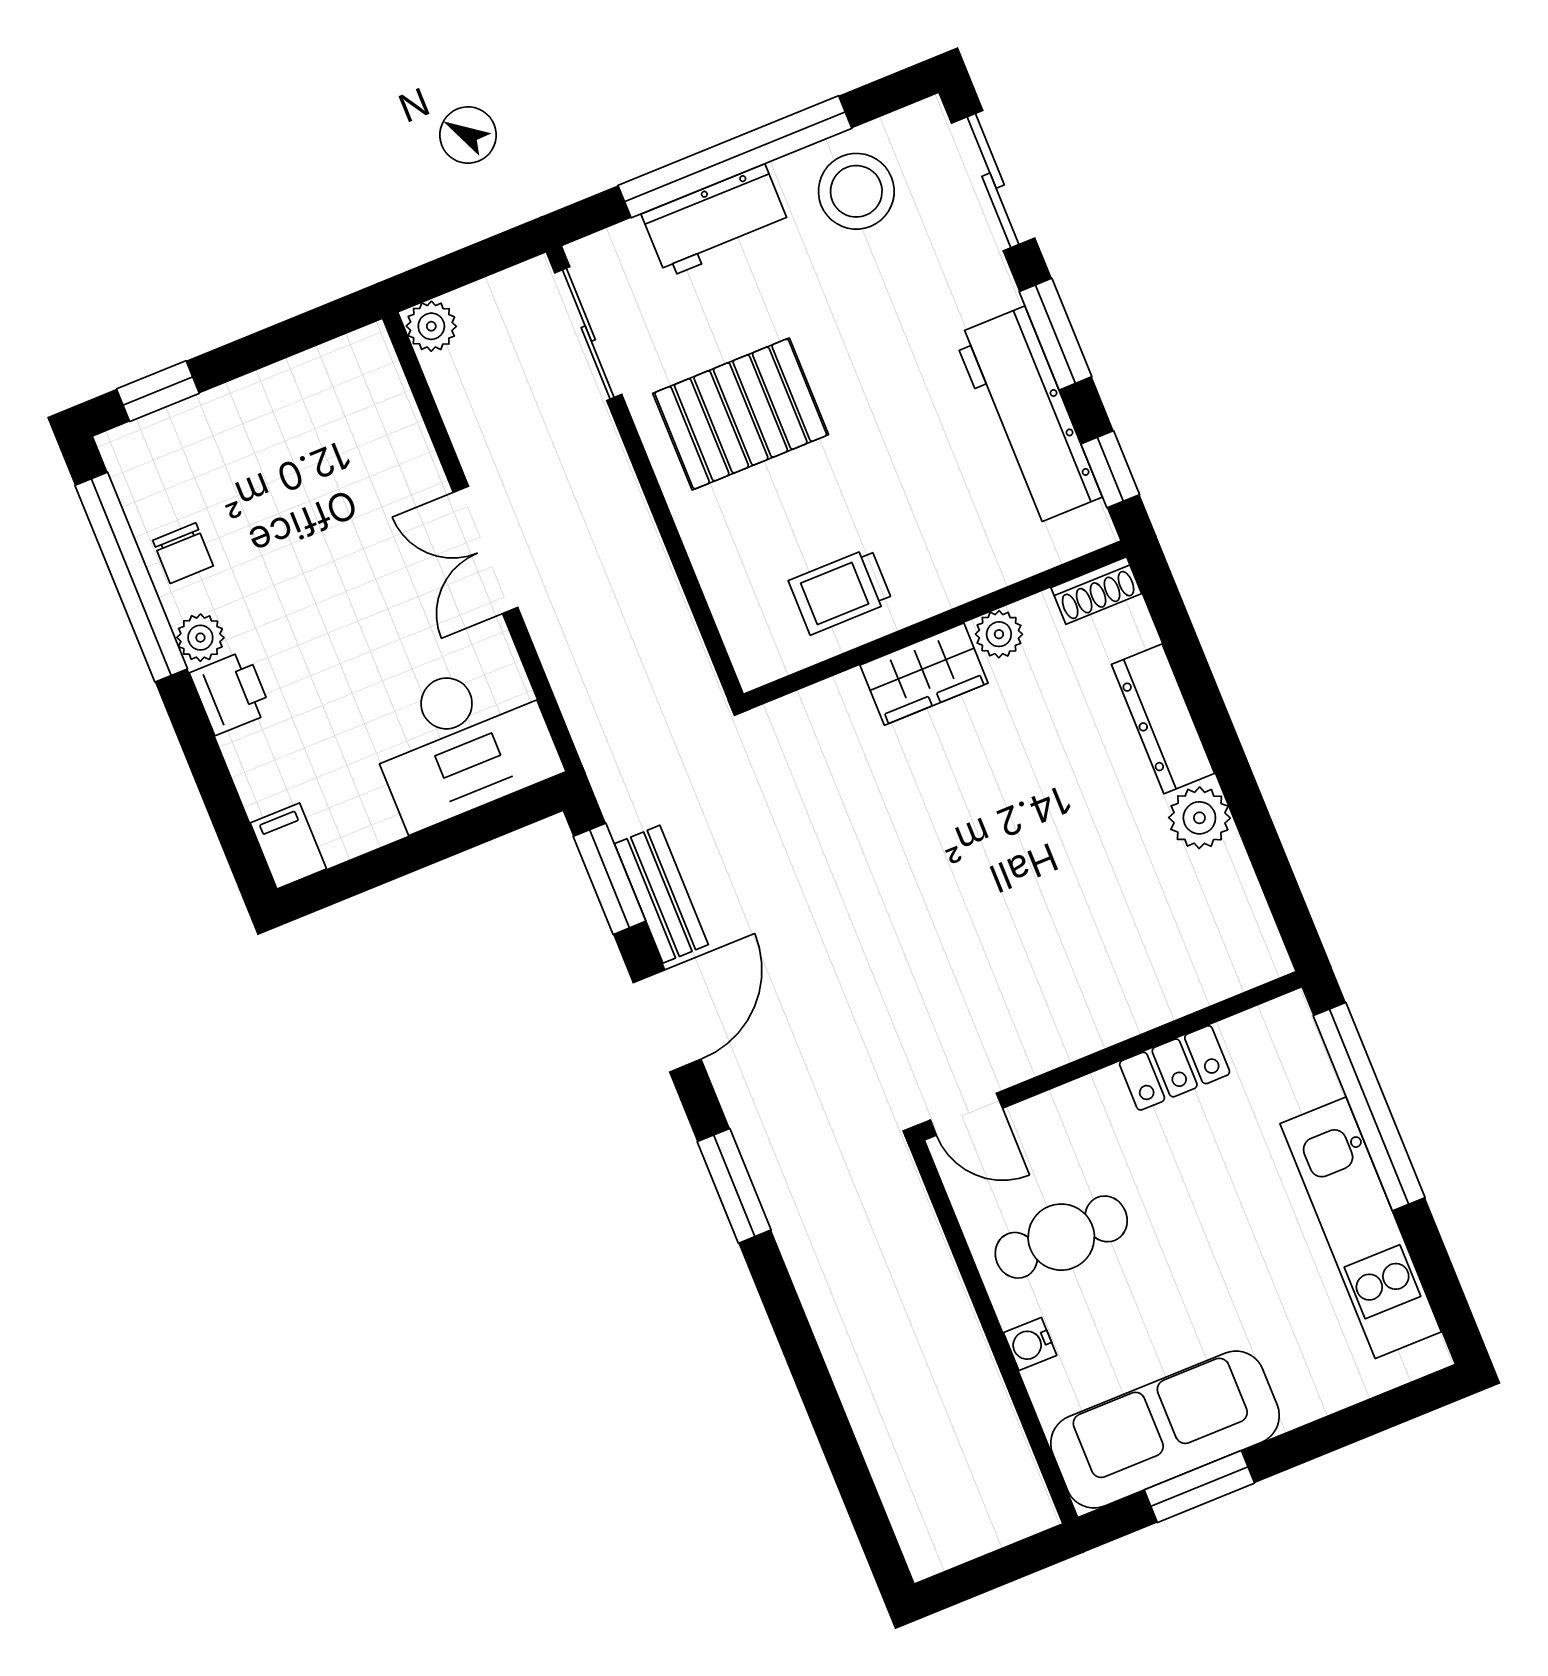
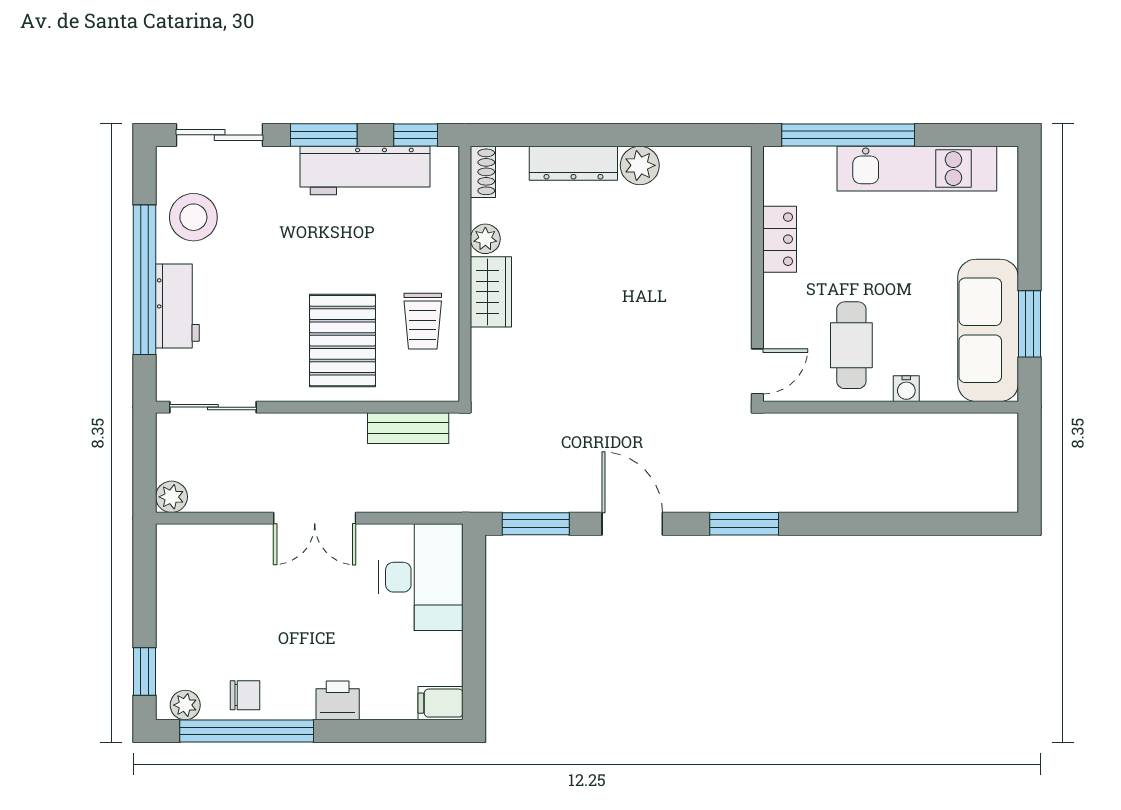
pallet: (741, 414) -> (343, 341), moved
plant: (200, 638) -> (185, 705), moved
bench: (661, 894) -> (408, 428), moved

